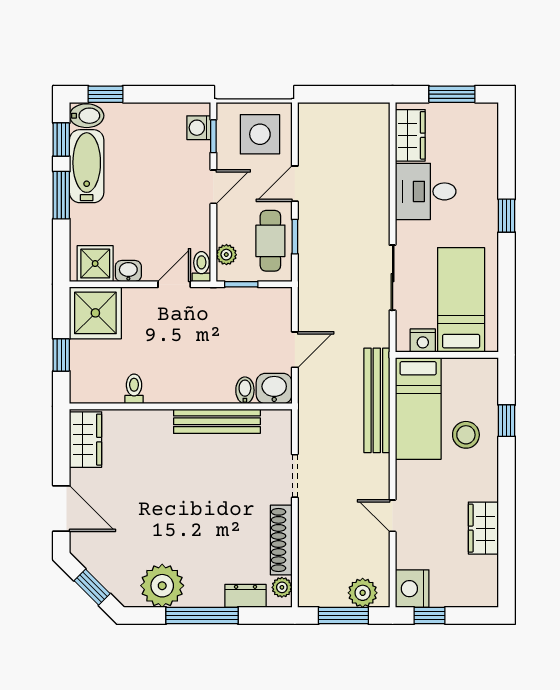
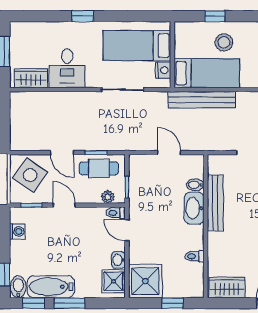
washing machine: (199, 128) -> (17, 231), moved, turned -90
side table: (260, 134) -> (30, 175), turned 35
washbasin: (274, 389) -> (194, 208), moved, width x1.38

